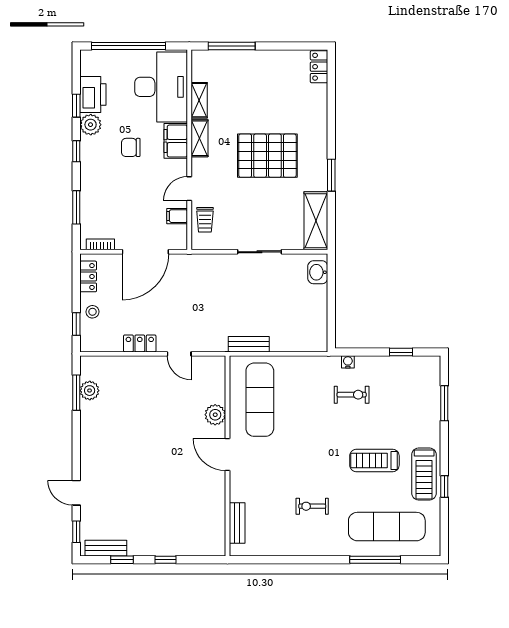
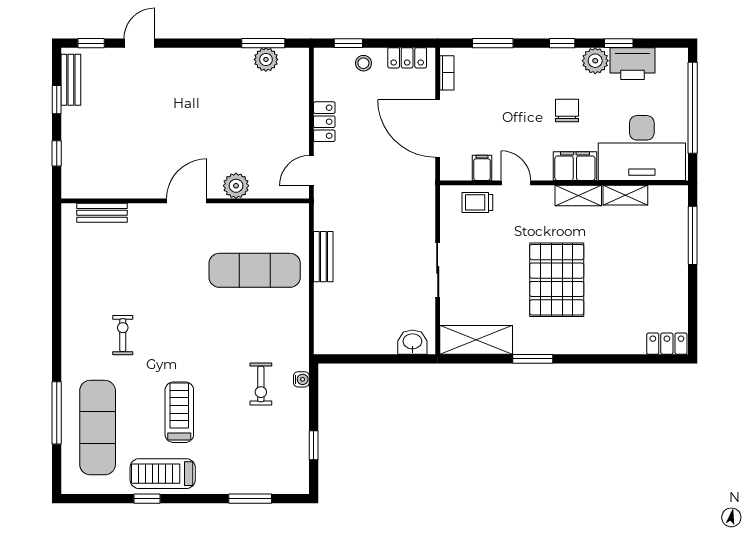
plant: (215, 415) -> (236, 186), moved
door: (227, 455) -> (187, 201), moved
wall: (227, 456) -> (185, 201), moved
bench: (237, 523) -> (102, 213), moved

